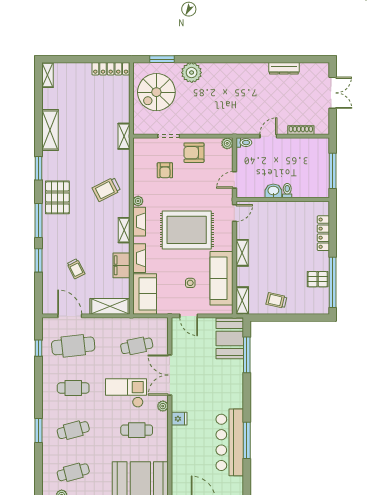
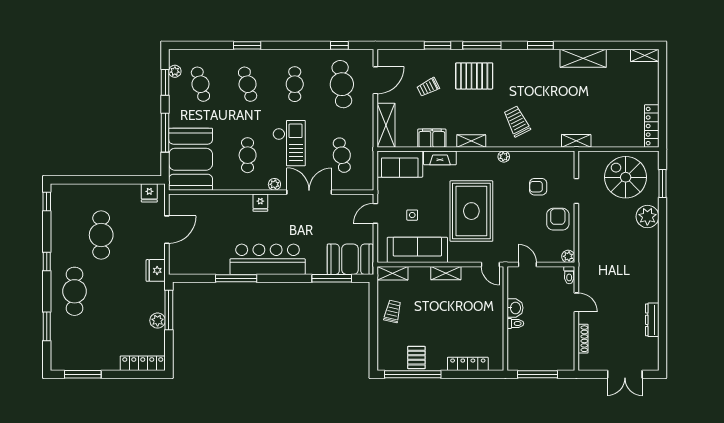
pallet: (57, 197) -> (474, 76), moved
fireplace: (139, 222) -> (481, 158), removed
bar counter: (230, 442) -> (268, 259), moved

